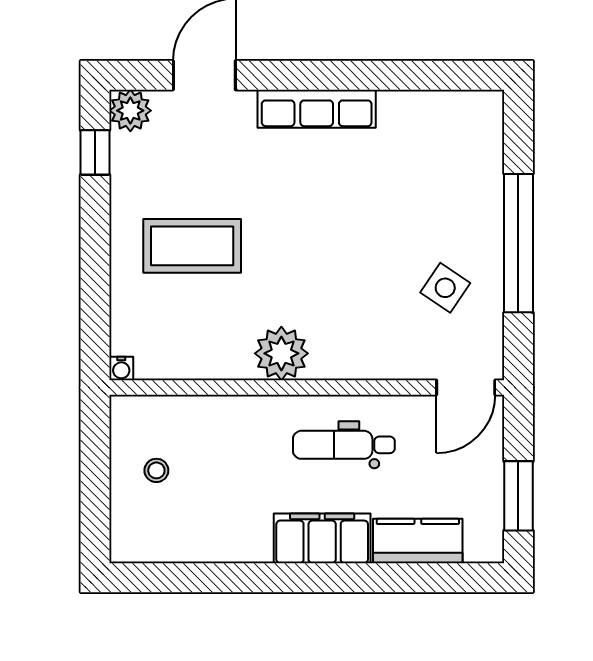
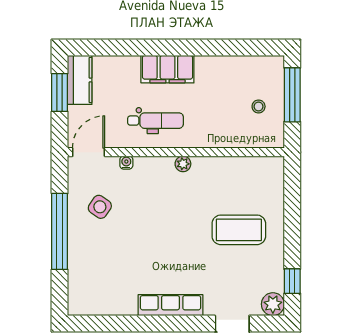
plant: (281, 353) -> (183, 164), width x0.53, depth x0.53
water cooler: (121, 368) -> (126, 163), moved
window: (95, 492) -> (292, 95), added
kitchen counter: (418, 541) -> (80, 80), moved, turned -90

